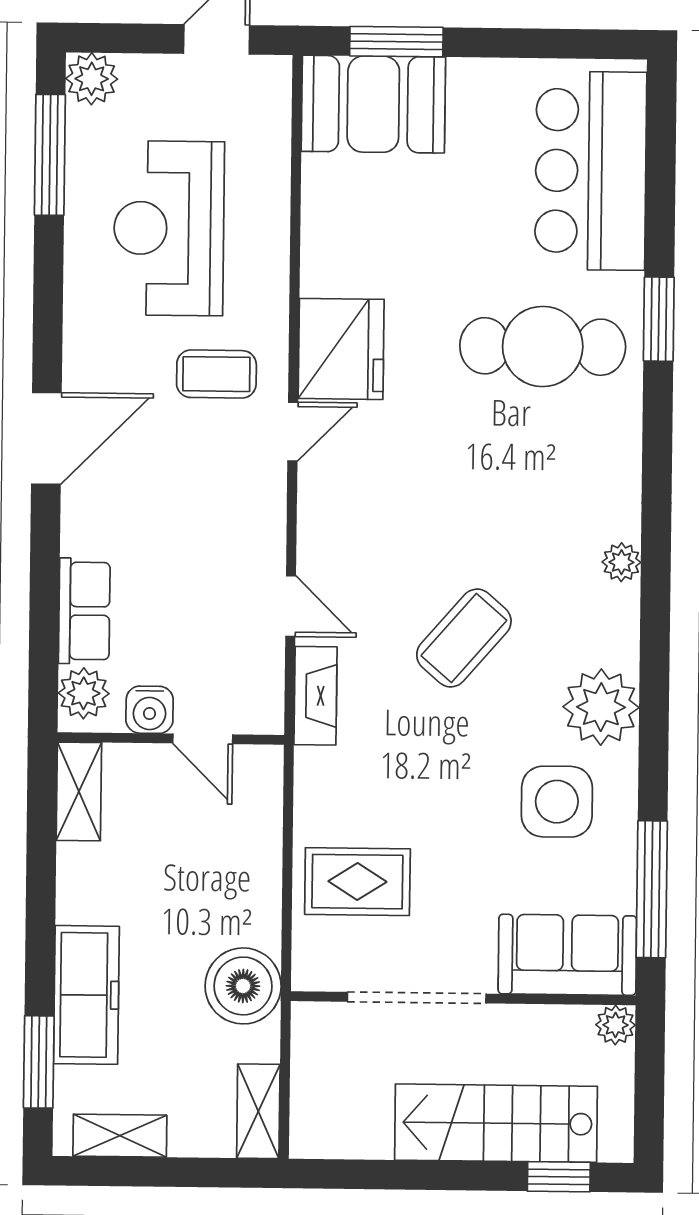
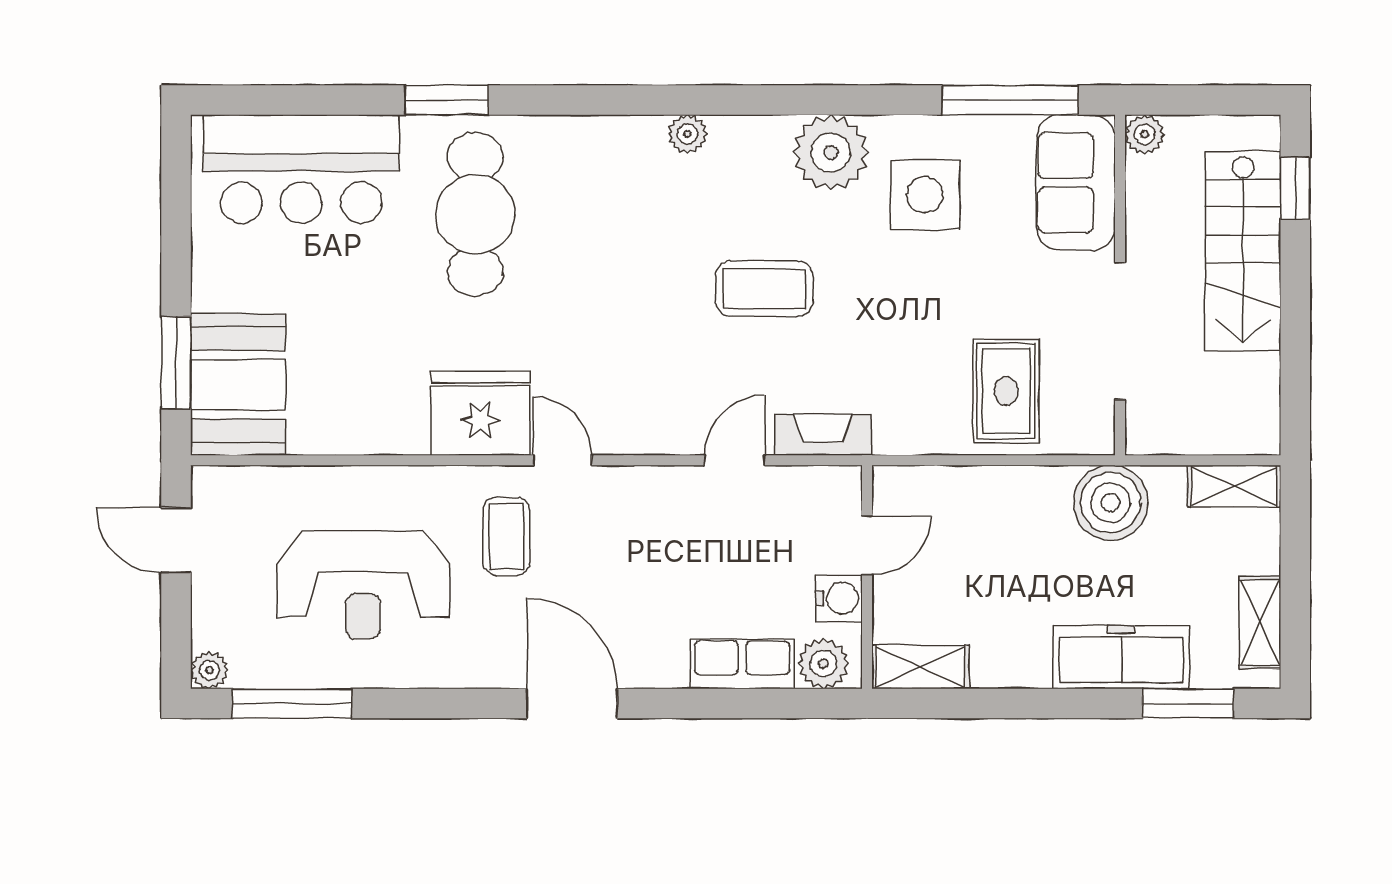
plant: (92, 79) -> (209, 670), width x0.73, depth x0.73
coffee table: (464, 638) -> (764, 289), turned -41

